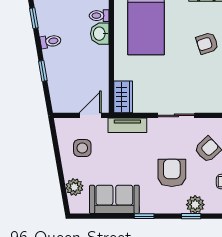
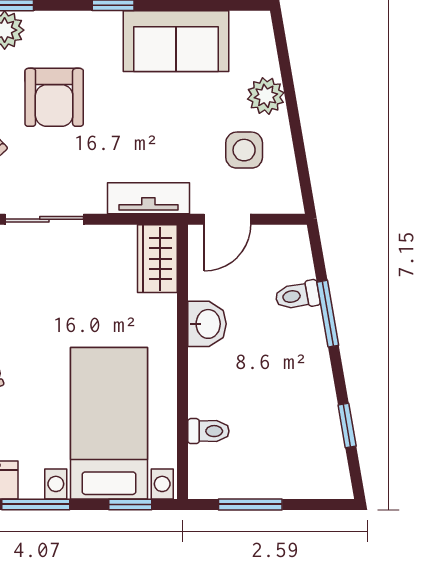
washbasin: (100, 34) -> (207, 324), moved
toilet: (51, 41) -> (297, 296), moved
window: (43, 71) -> (328, 314), width x1.50
plant: (74, 187) -> (266, 96), moved

